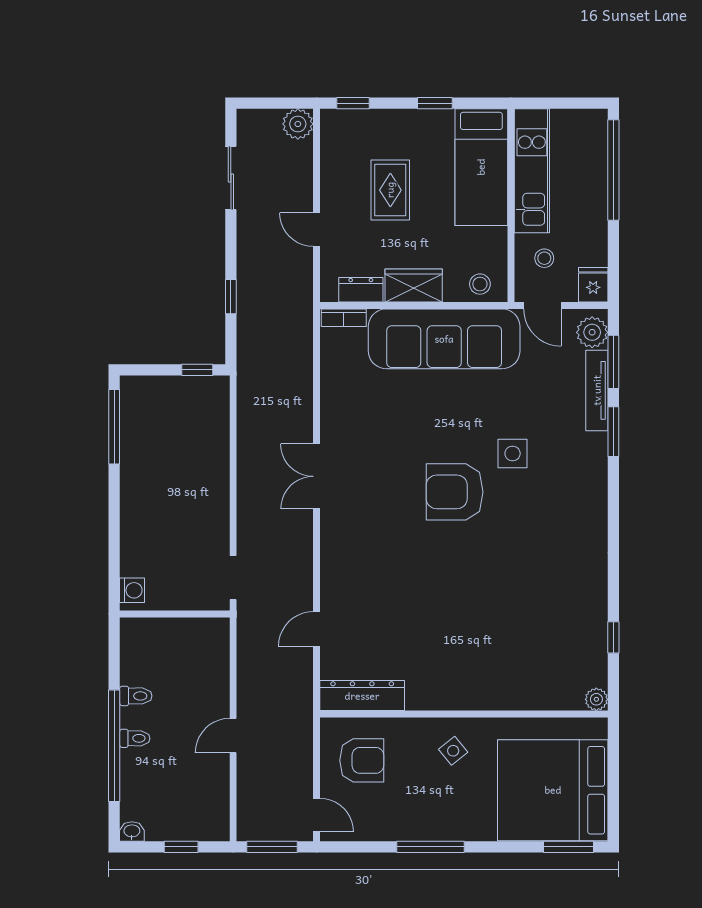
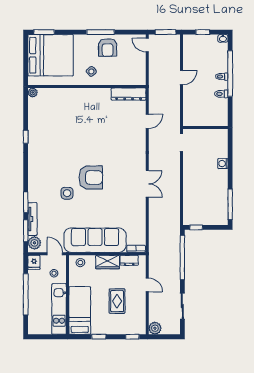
window: (613, 170) -> (26, 294), moved
window: (231, 297) -> (182, 257), width x3.17
washing machine: (132, 590) -> (223, 164), moved
window: (613, 637) -> (26, 137), moved
armchair: (362, 760) -> (108, 48), moved, turned -90

